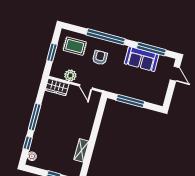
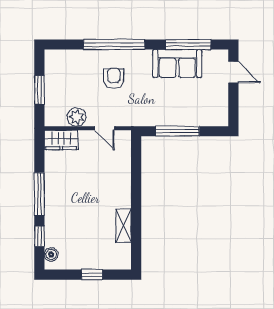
rug: (75, 46) -> (71, 71), removed

